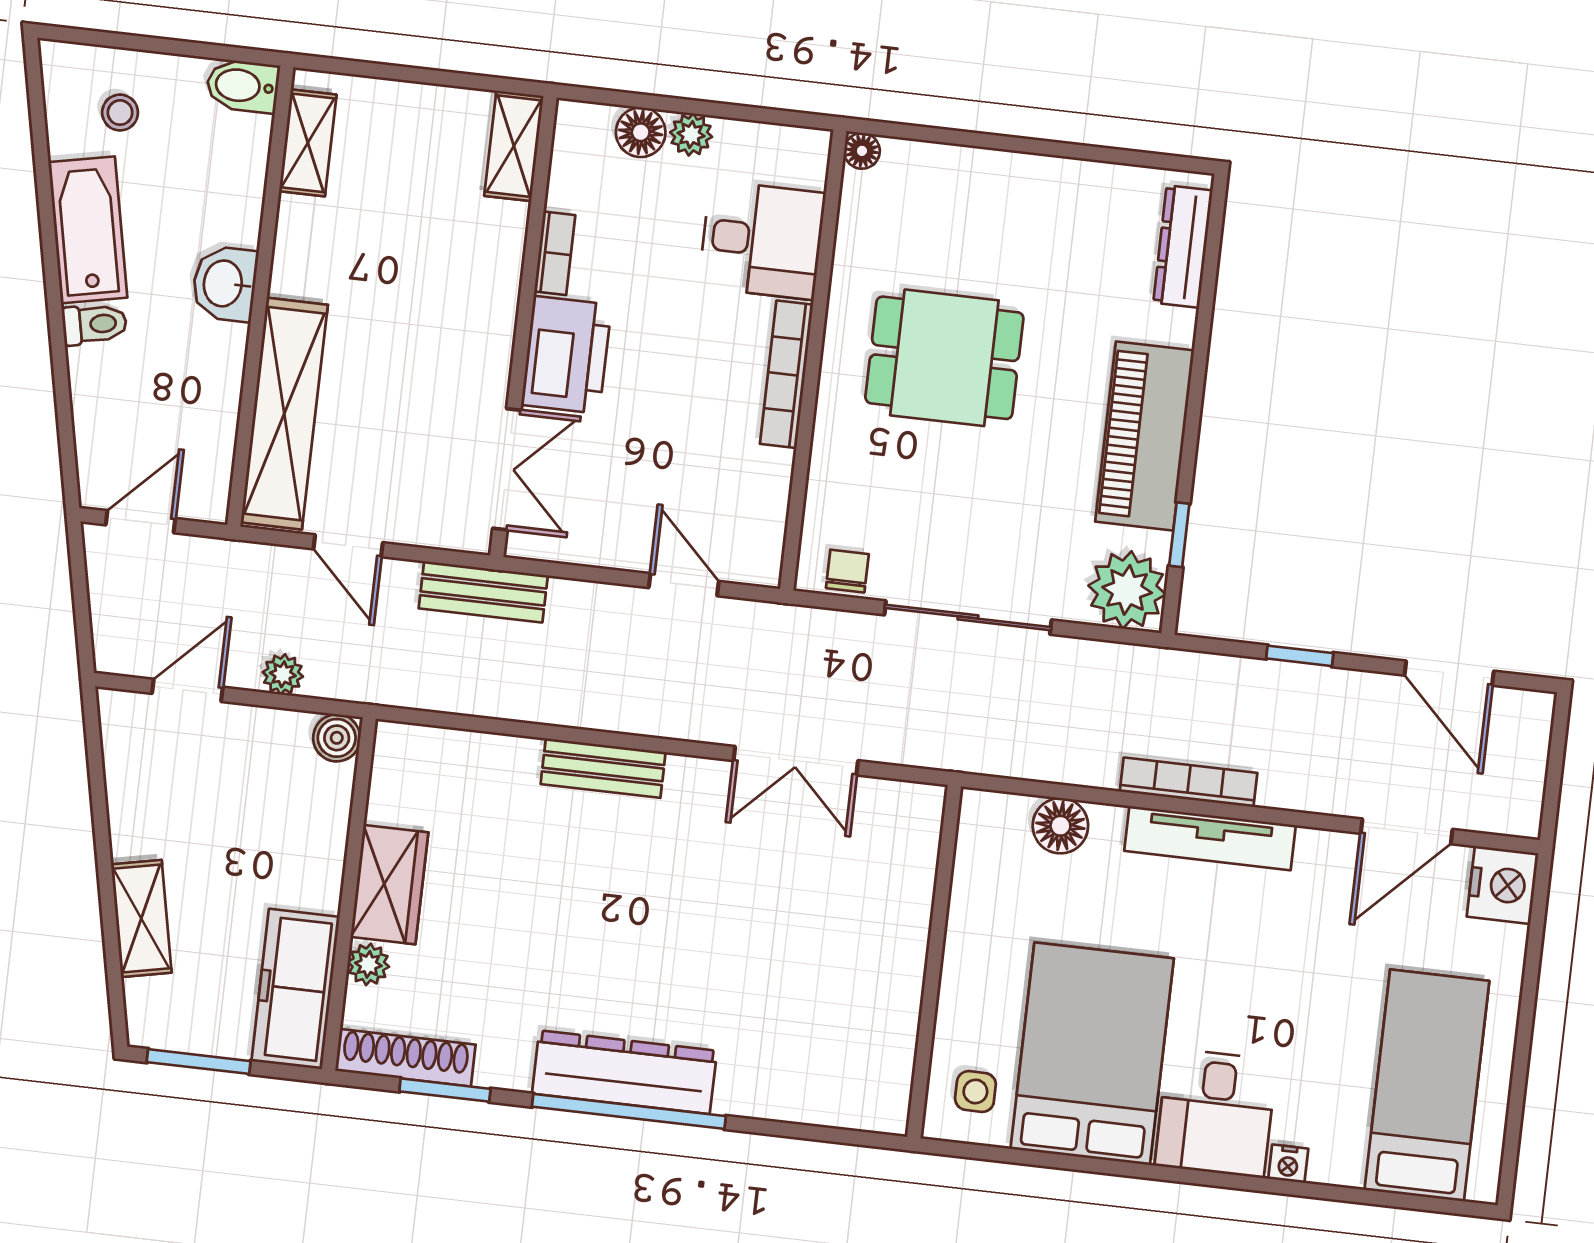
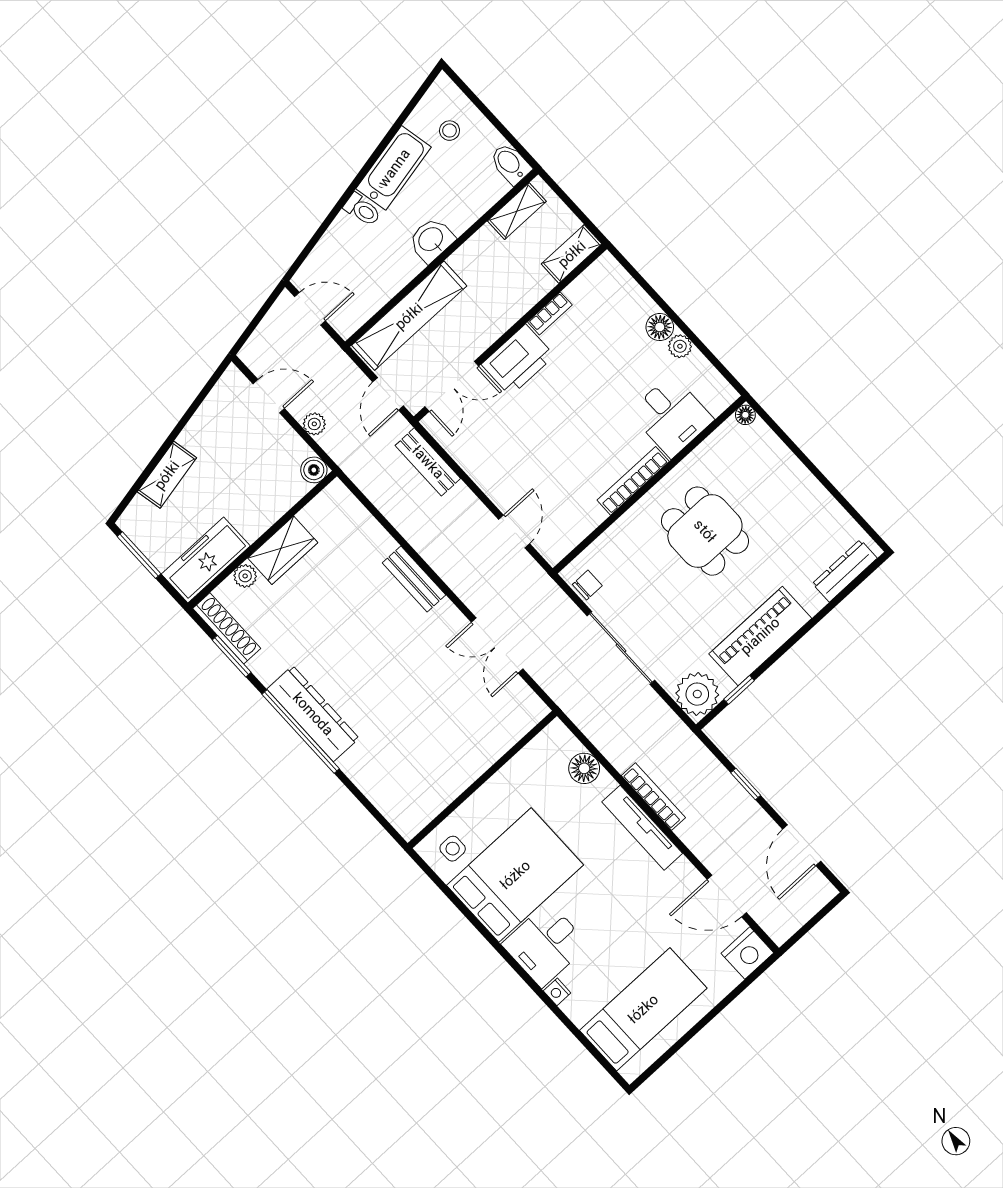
shelving: (514, 146) -> (572, 254), moved
bookcase: (555, 253) -> (550, 313), moved
wall: (523, 327) -> (510, 333), moved
printer: (566, 355) -> (518, 360), moved
double door: (507, 469) -> (452, 386), moved

